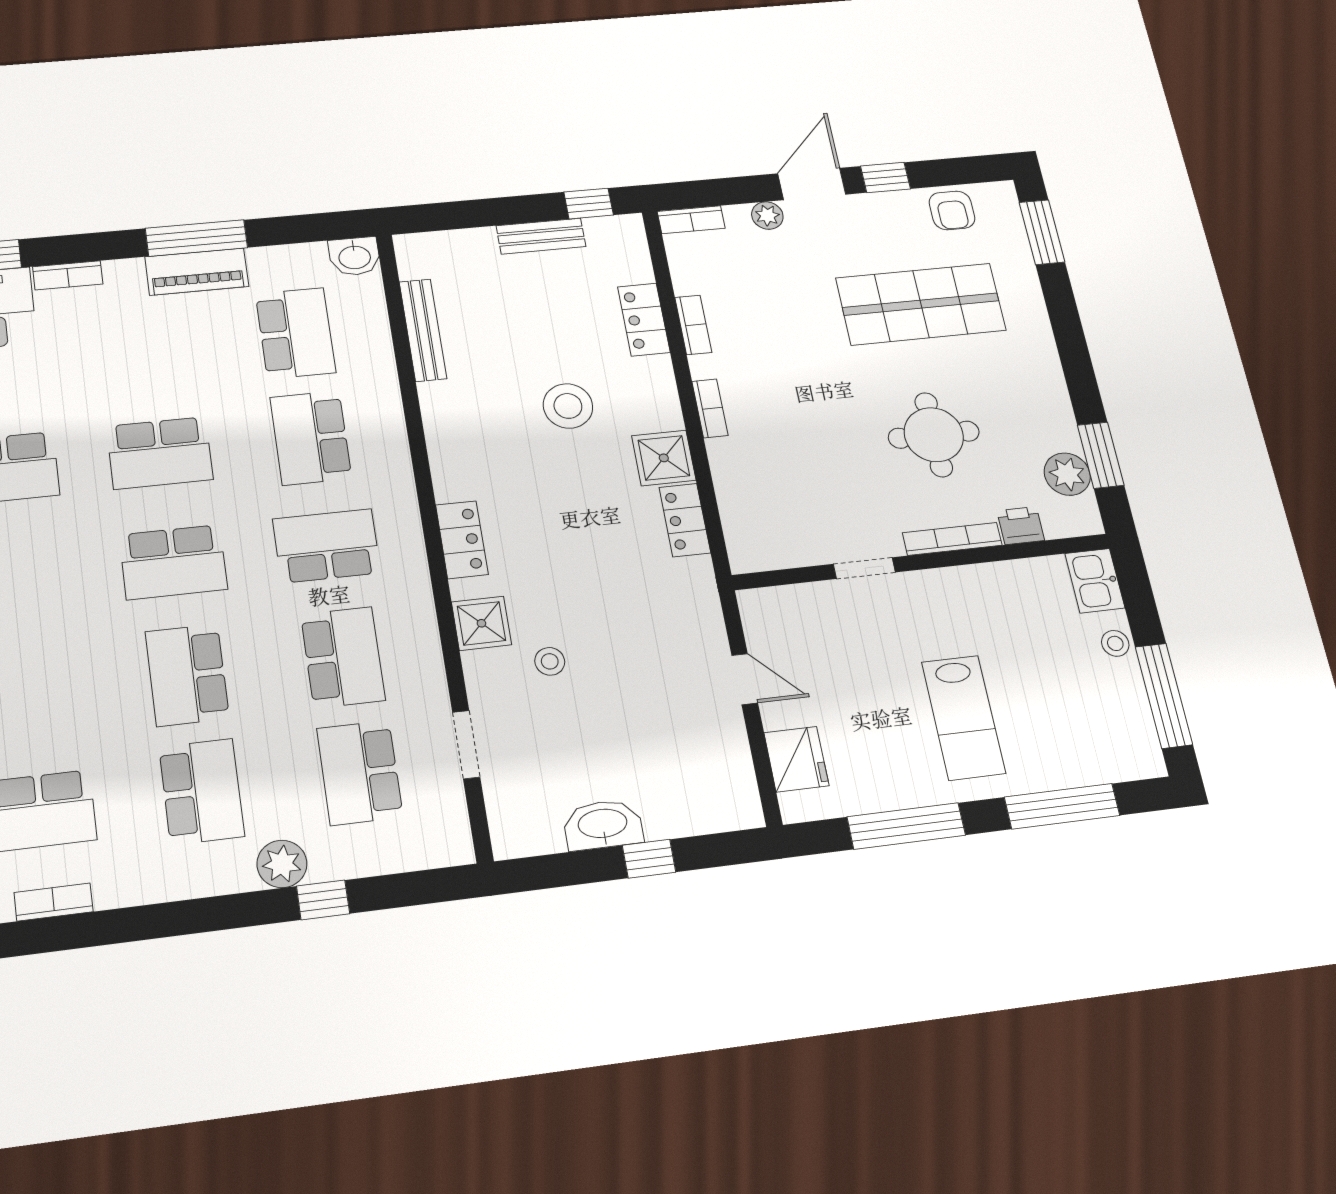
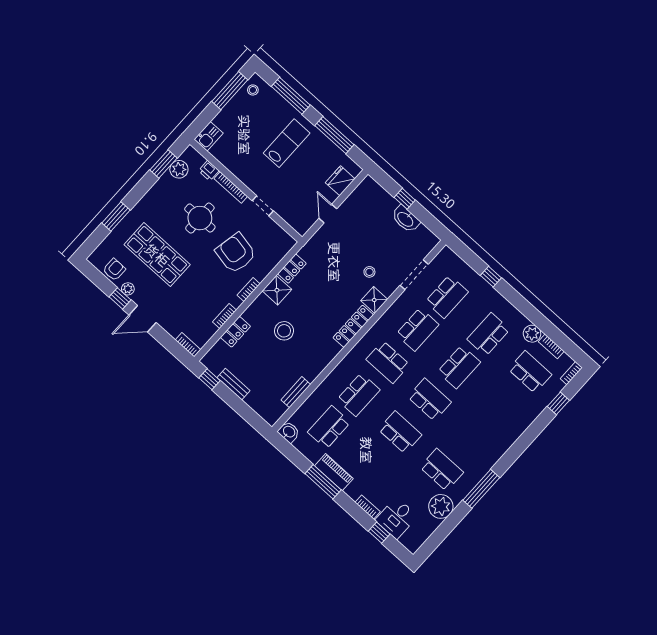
plant: (767, 215) -> (128, 289), moved
window: (1042, 232) -> (116, 217), moved
bench: (423, 330) -> (296, 392), width x0.73
armchair: (806, 443) -> (236, 253), added
locker: (462, 540) -> (353, 326), width x1.53
stool: (1115, 643) -> (253, 90), moved
school desk: (343, 657) -> (417, 329), turned 180
doorway: (466, 745) -> (414, 275), width x1.38
plant: (282, 864) -> (532, 334), moved

